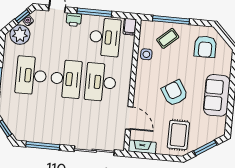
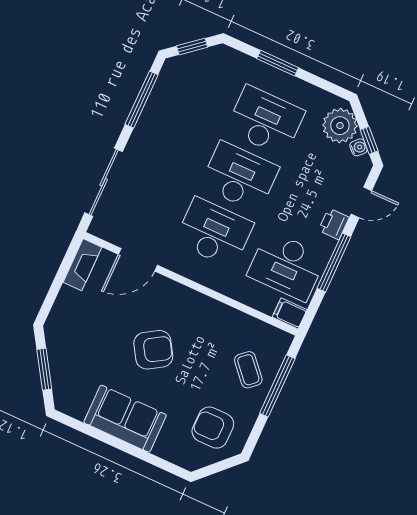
side table: (146, 54) -> (234, 325), removed
desk: (66, 79) -> (240, 177), turned 180
rug: (178, 135) -> (81, 332), removed

